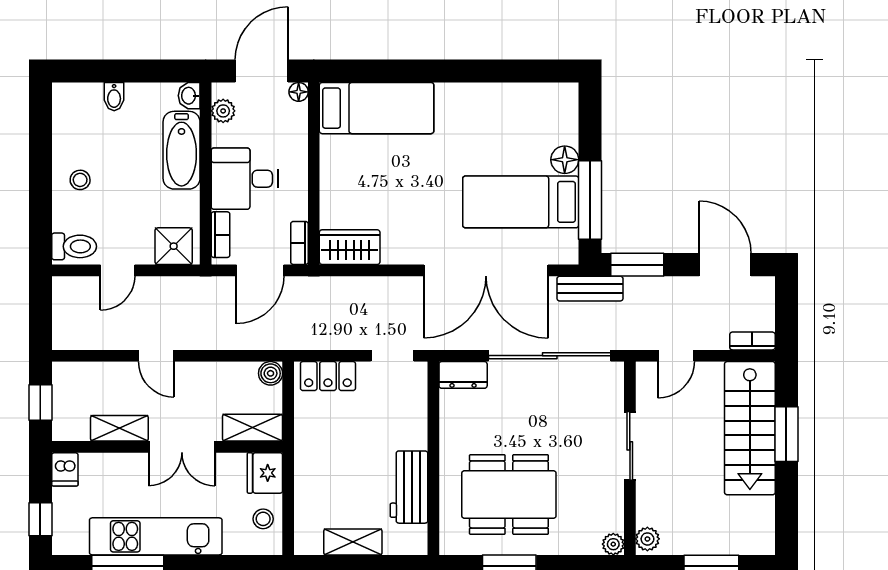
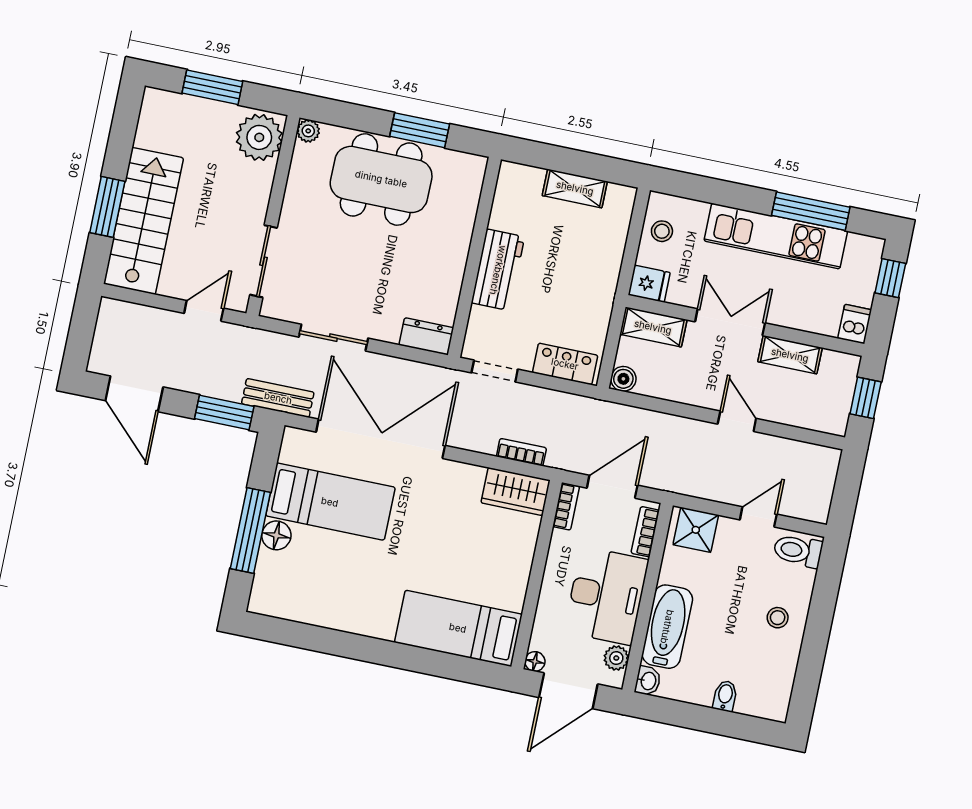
desk: (244, 179) -> (606, 596), width x1.37
window: (590, 200) -> (250, 531), moved
bookcase: (752, 341) -> (521, 452), moved, turned 180
sliding door: (550, 356) -> (333, 338), width x0.54
sliding door: (630, 446) -> (264, 261), moved
fridge: (265, 473) -> (649, 284), width x0.72
workbench: (409, 487) -> (498, 270), moved
dining table: (509, 494) -> (381, 179), moved
plant: (647, 539) -> (259, 137), width x1.87, depth x1.87

